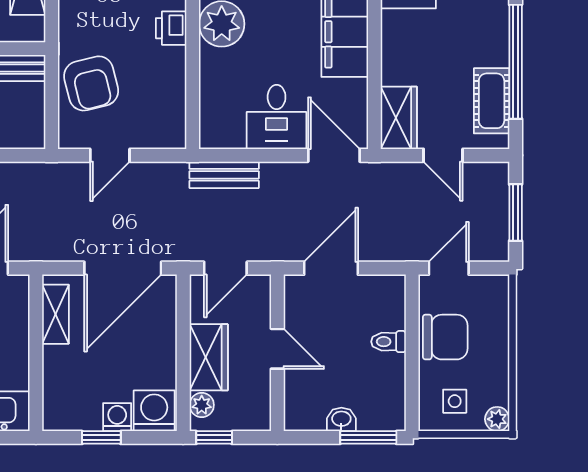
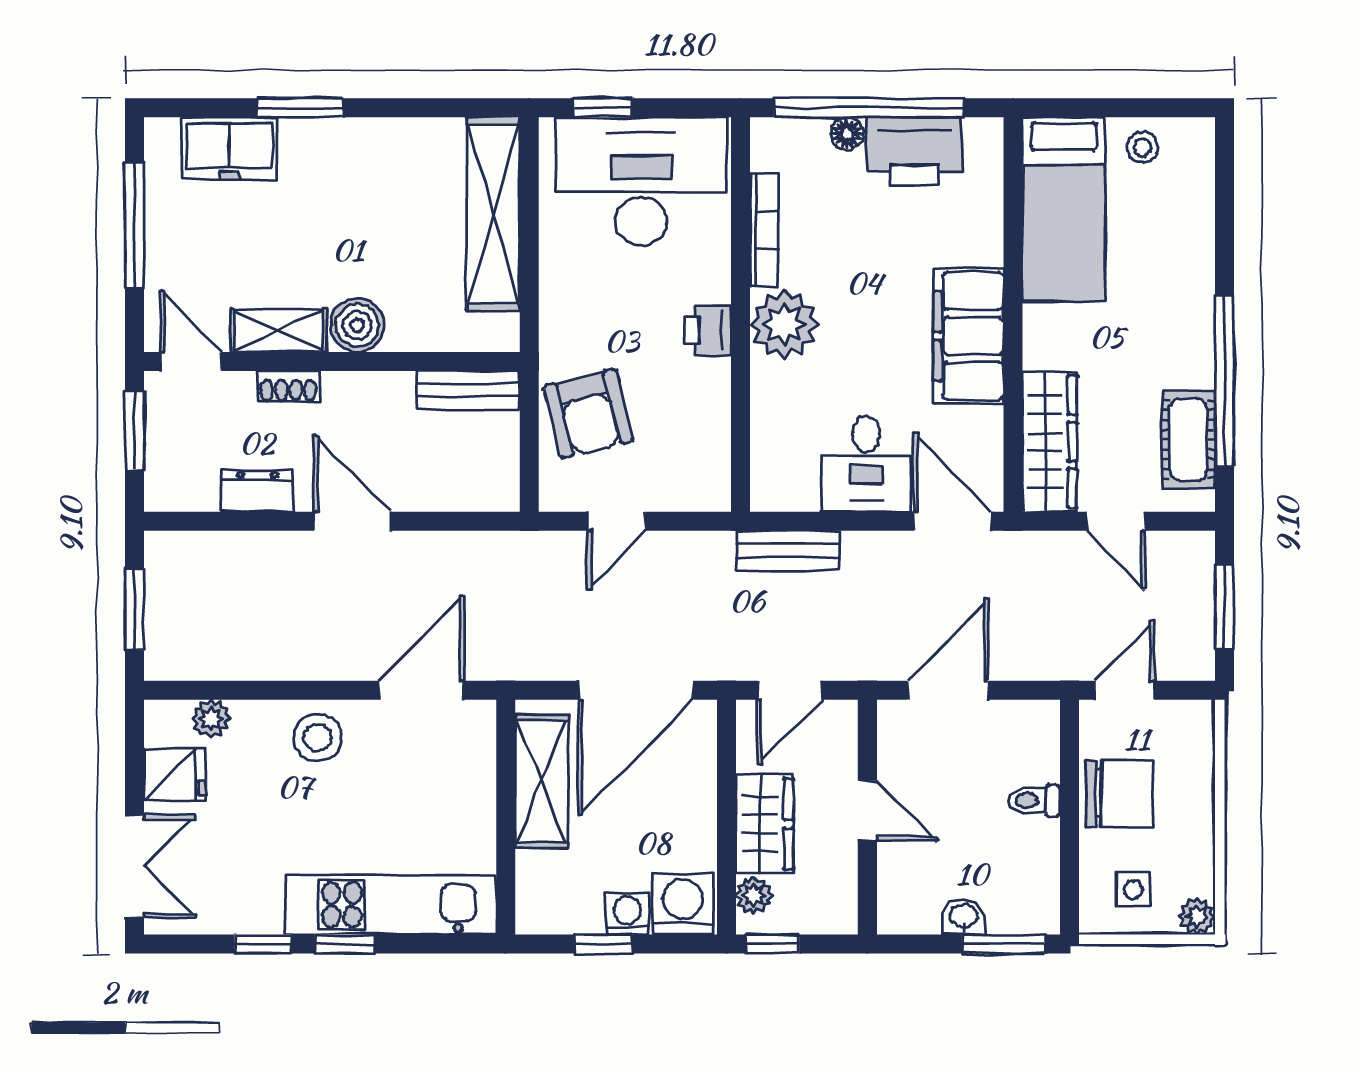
wardrobe: (399, 118) -> (1050, 442), width x1.50
shelving: (56, 314) -> (542, 781), width x1.50, depth x1.33

